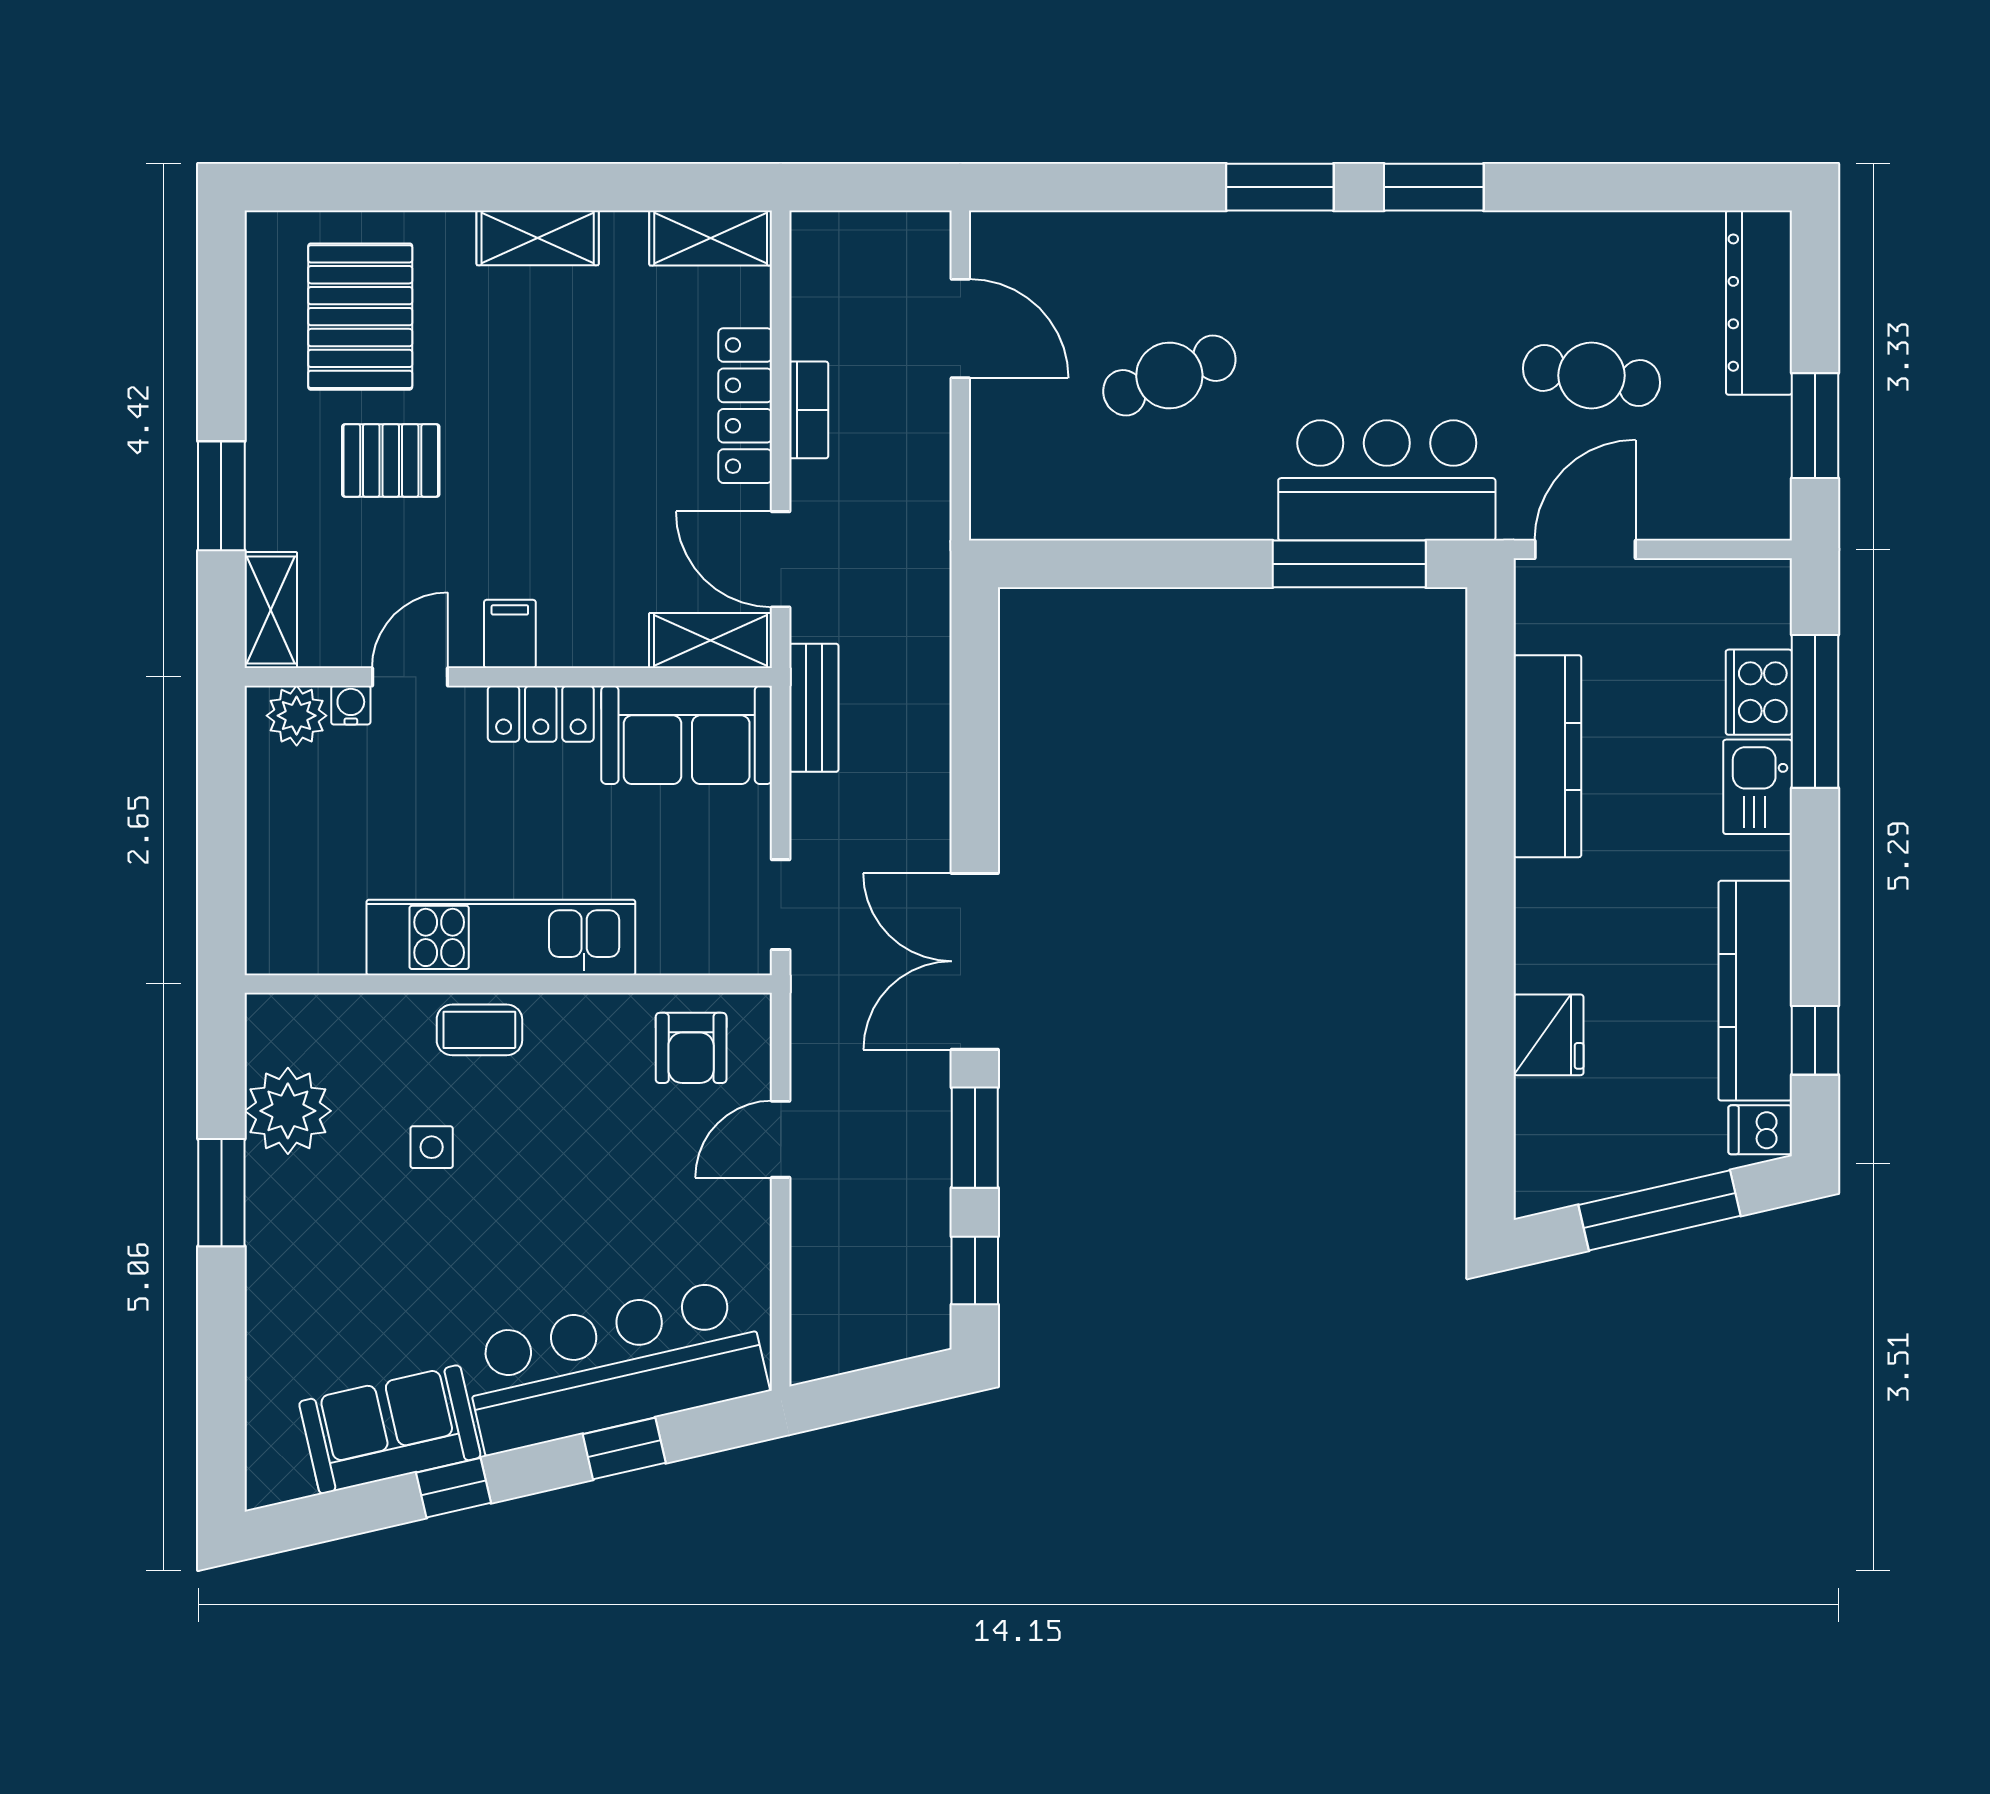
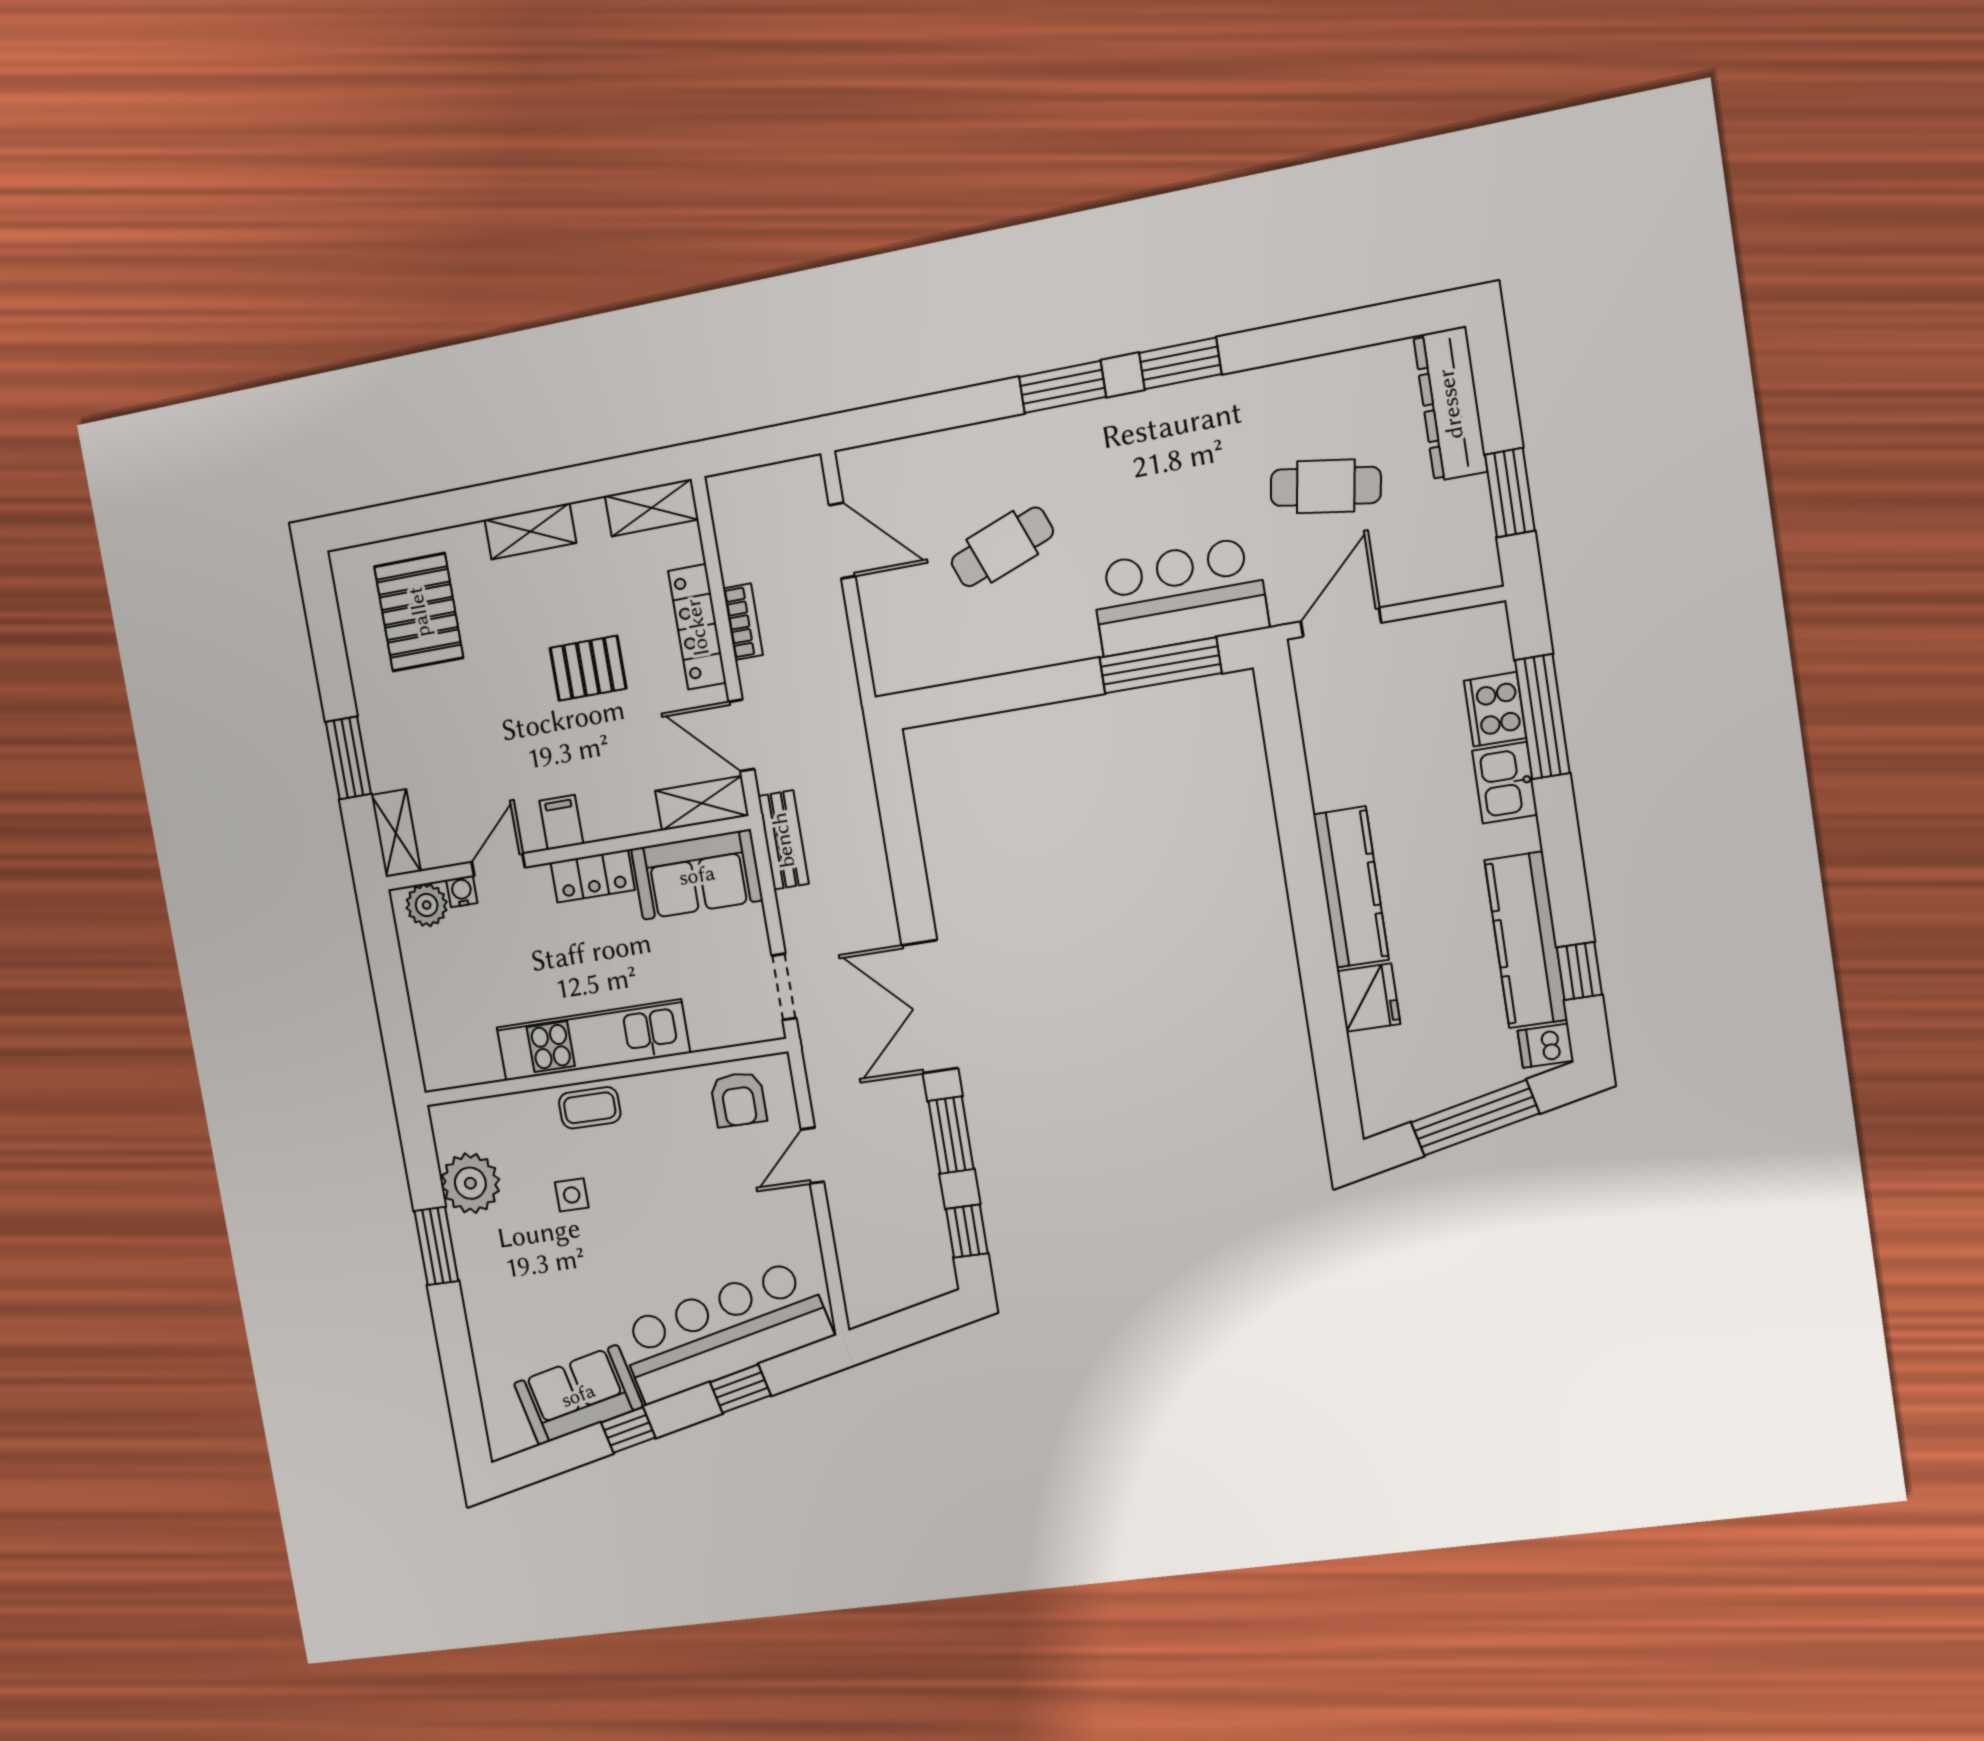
pallet: (391, 460) -> (588, 668), moved
kitchen counter: (1547, 756) -> (1351, 887), moved

